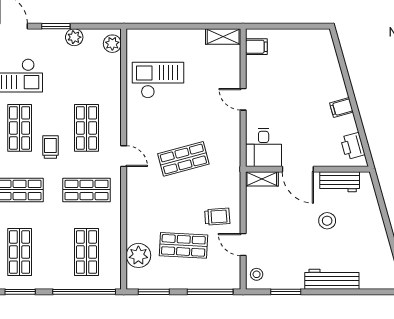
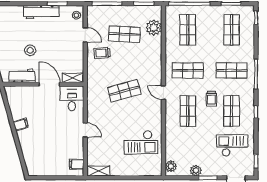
printer: (353, 146) -> (13, 99), removed
workbench: (332, 279) -> (41, 12), moved

